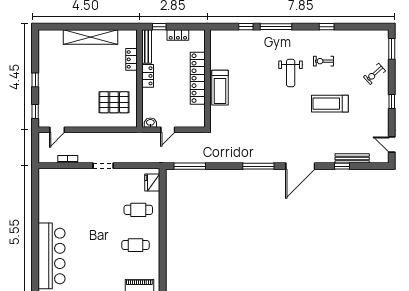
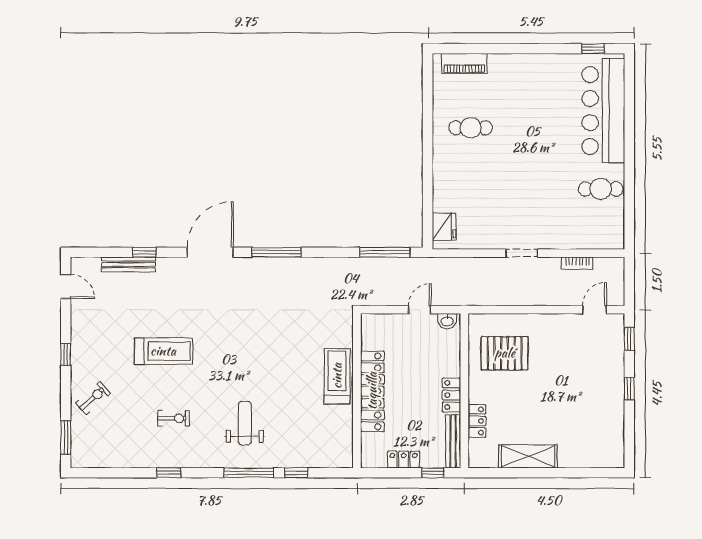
shelving: (90, 37) -> (528, 456), width x0.68
weight bench: (291, 73) -> (245, 423), moved
cafe table: (138, 210) -> (601, 189), moved

